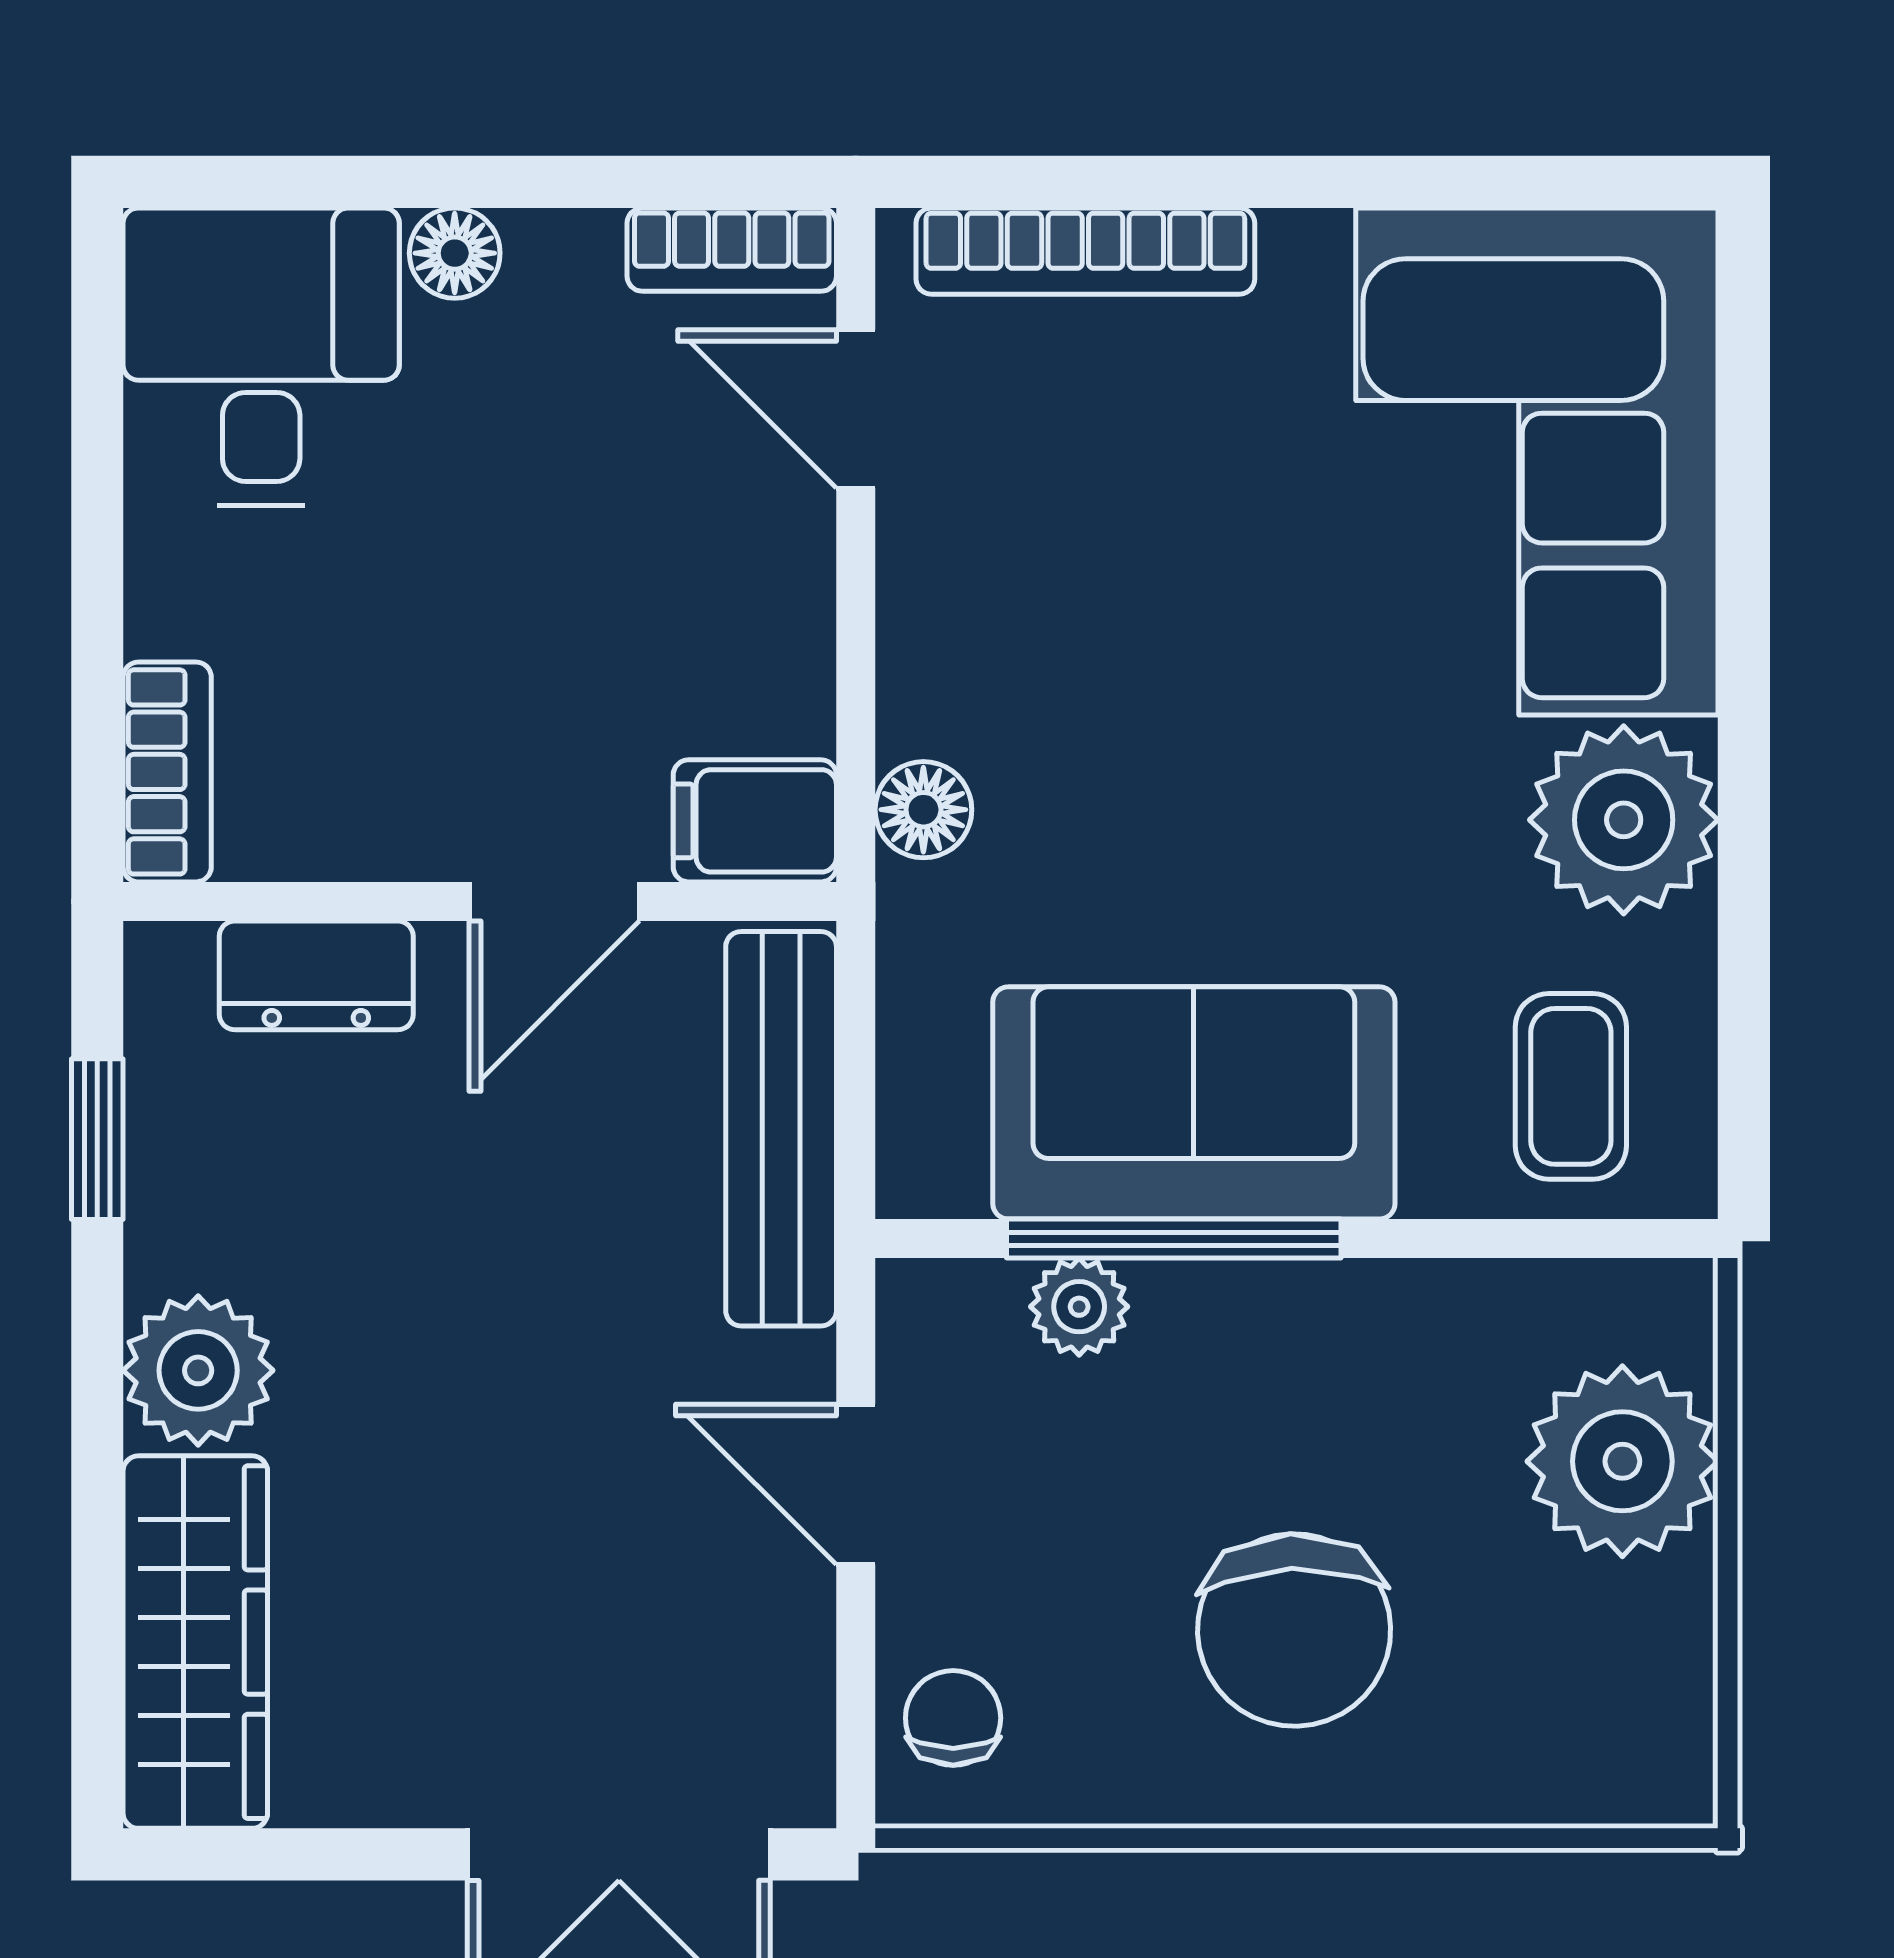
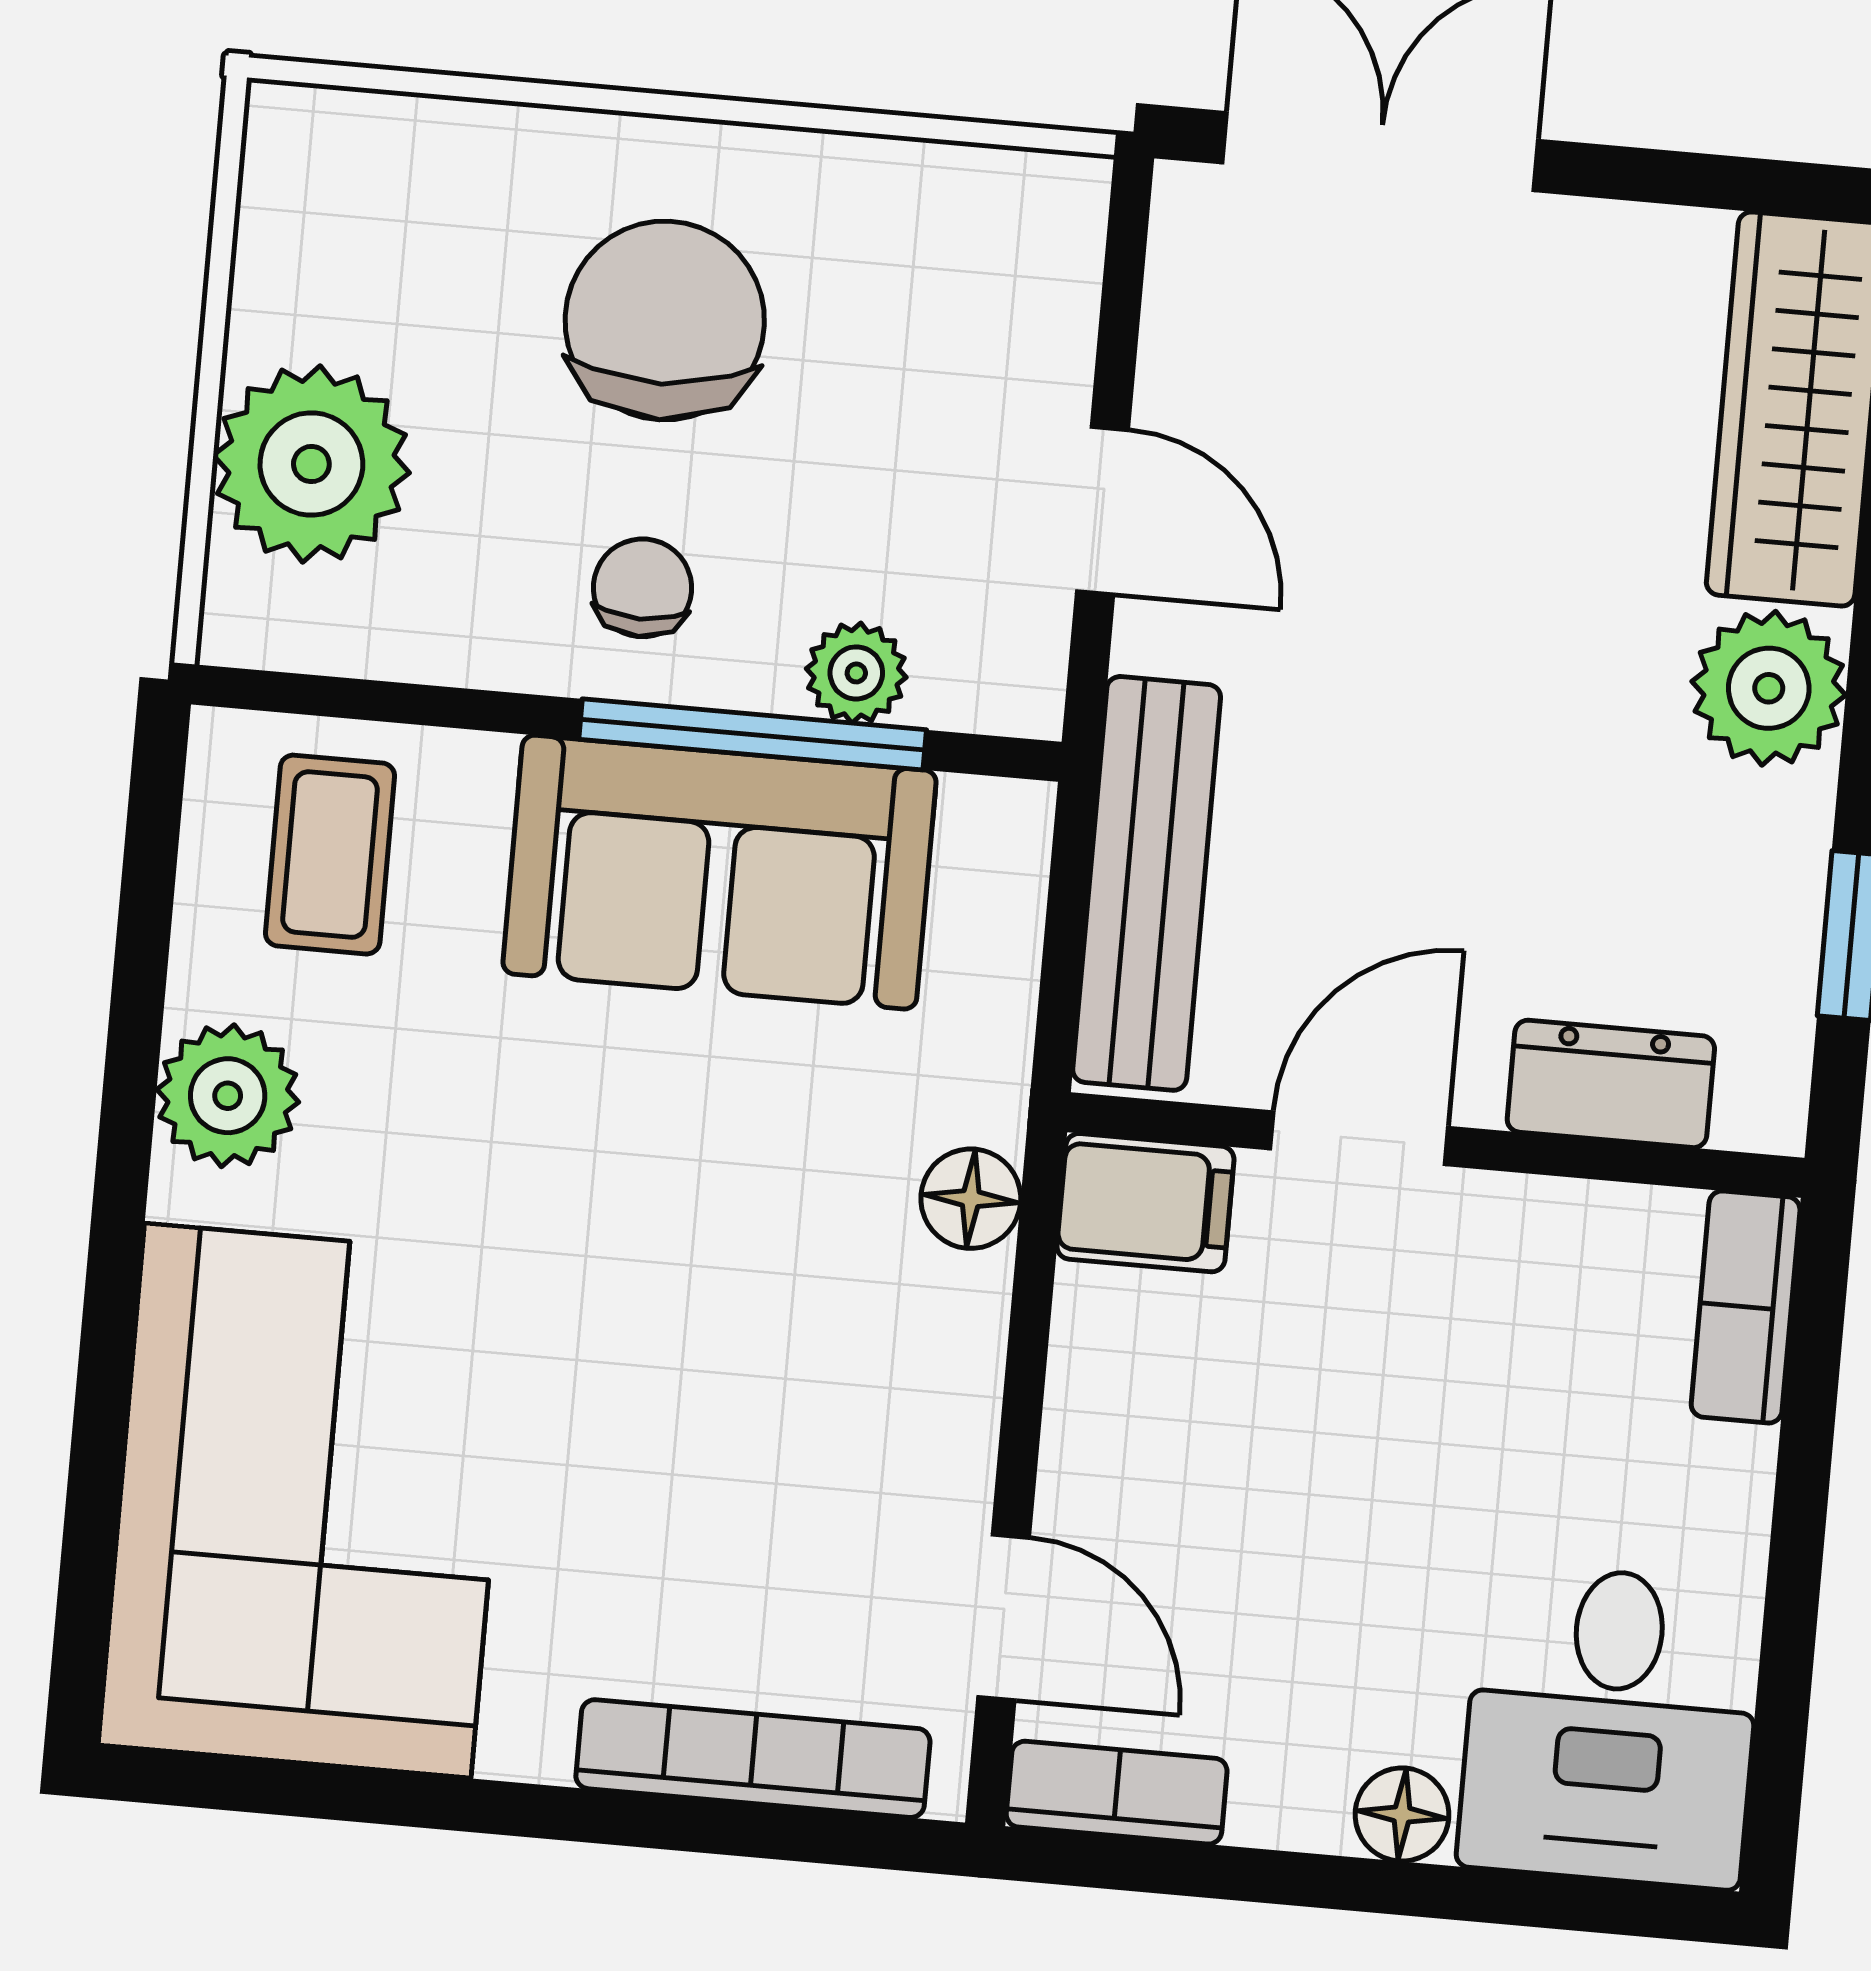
plant: (1624, 820) -> (228, 1096), width x0.73, depth x0.73
chair: (953, 1718) -> (642, 588), moved, turned 180

